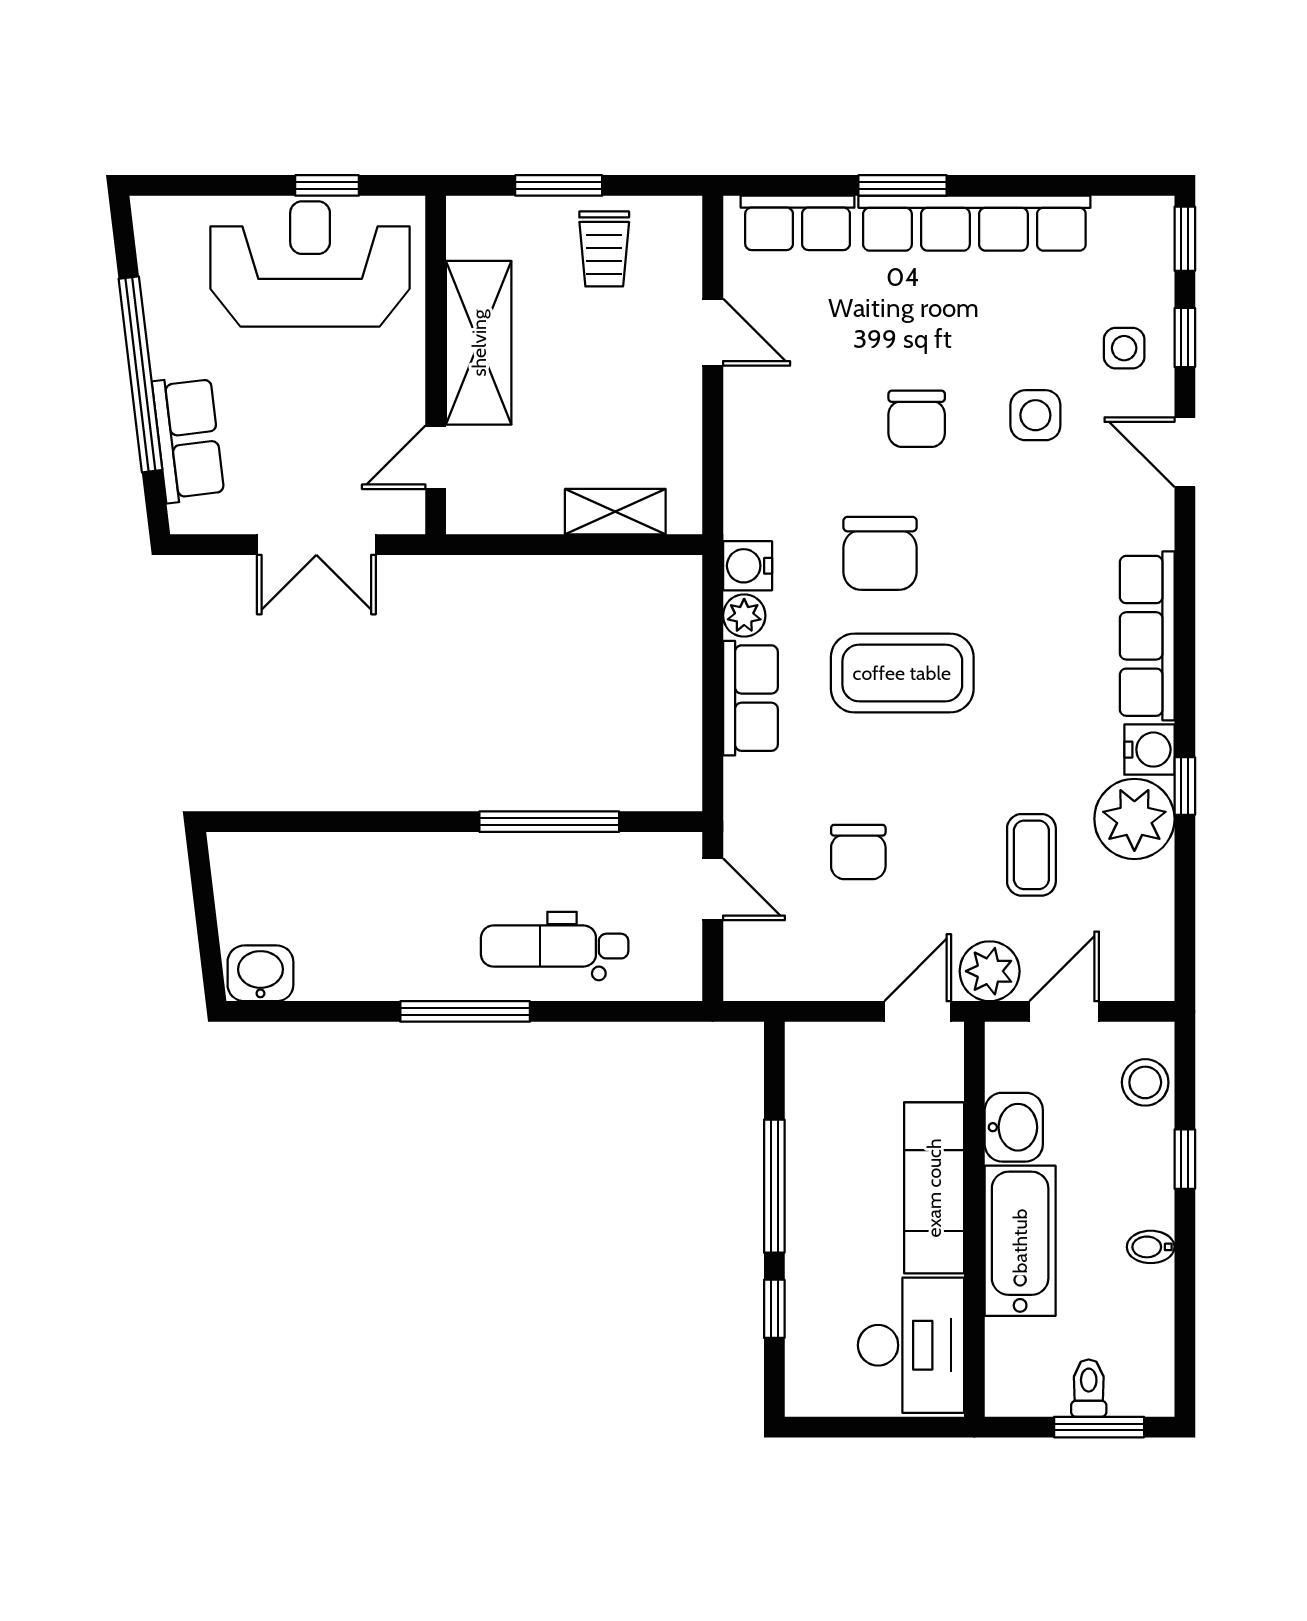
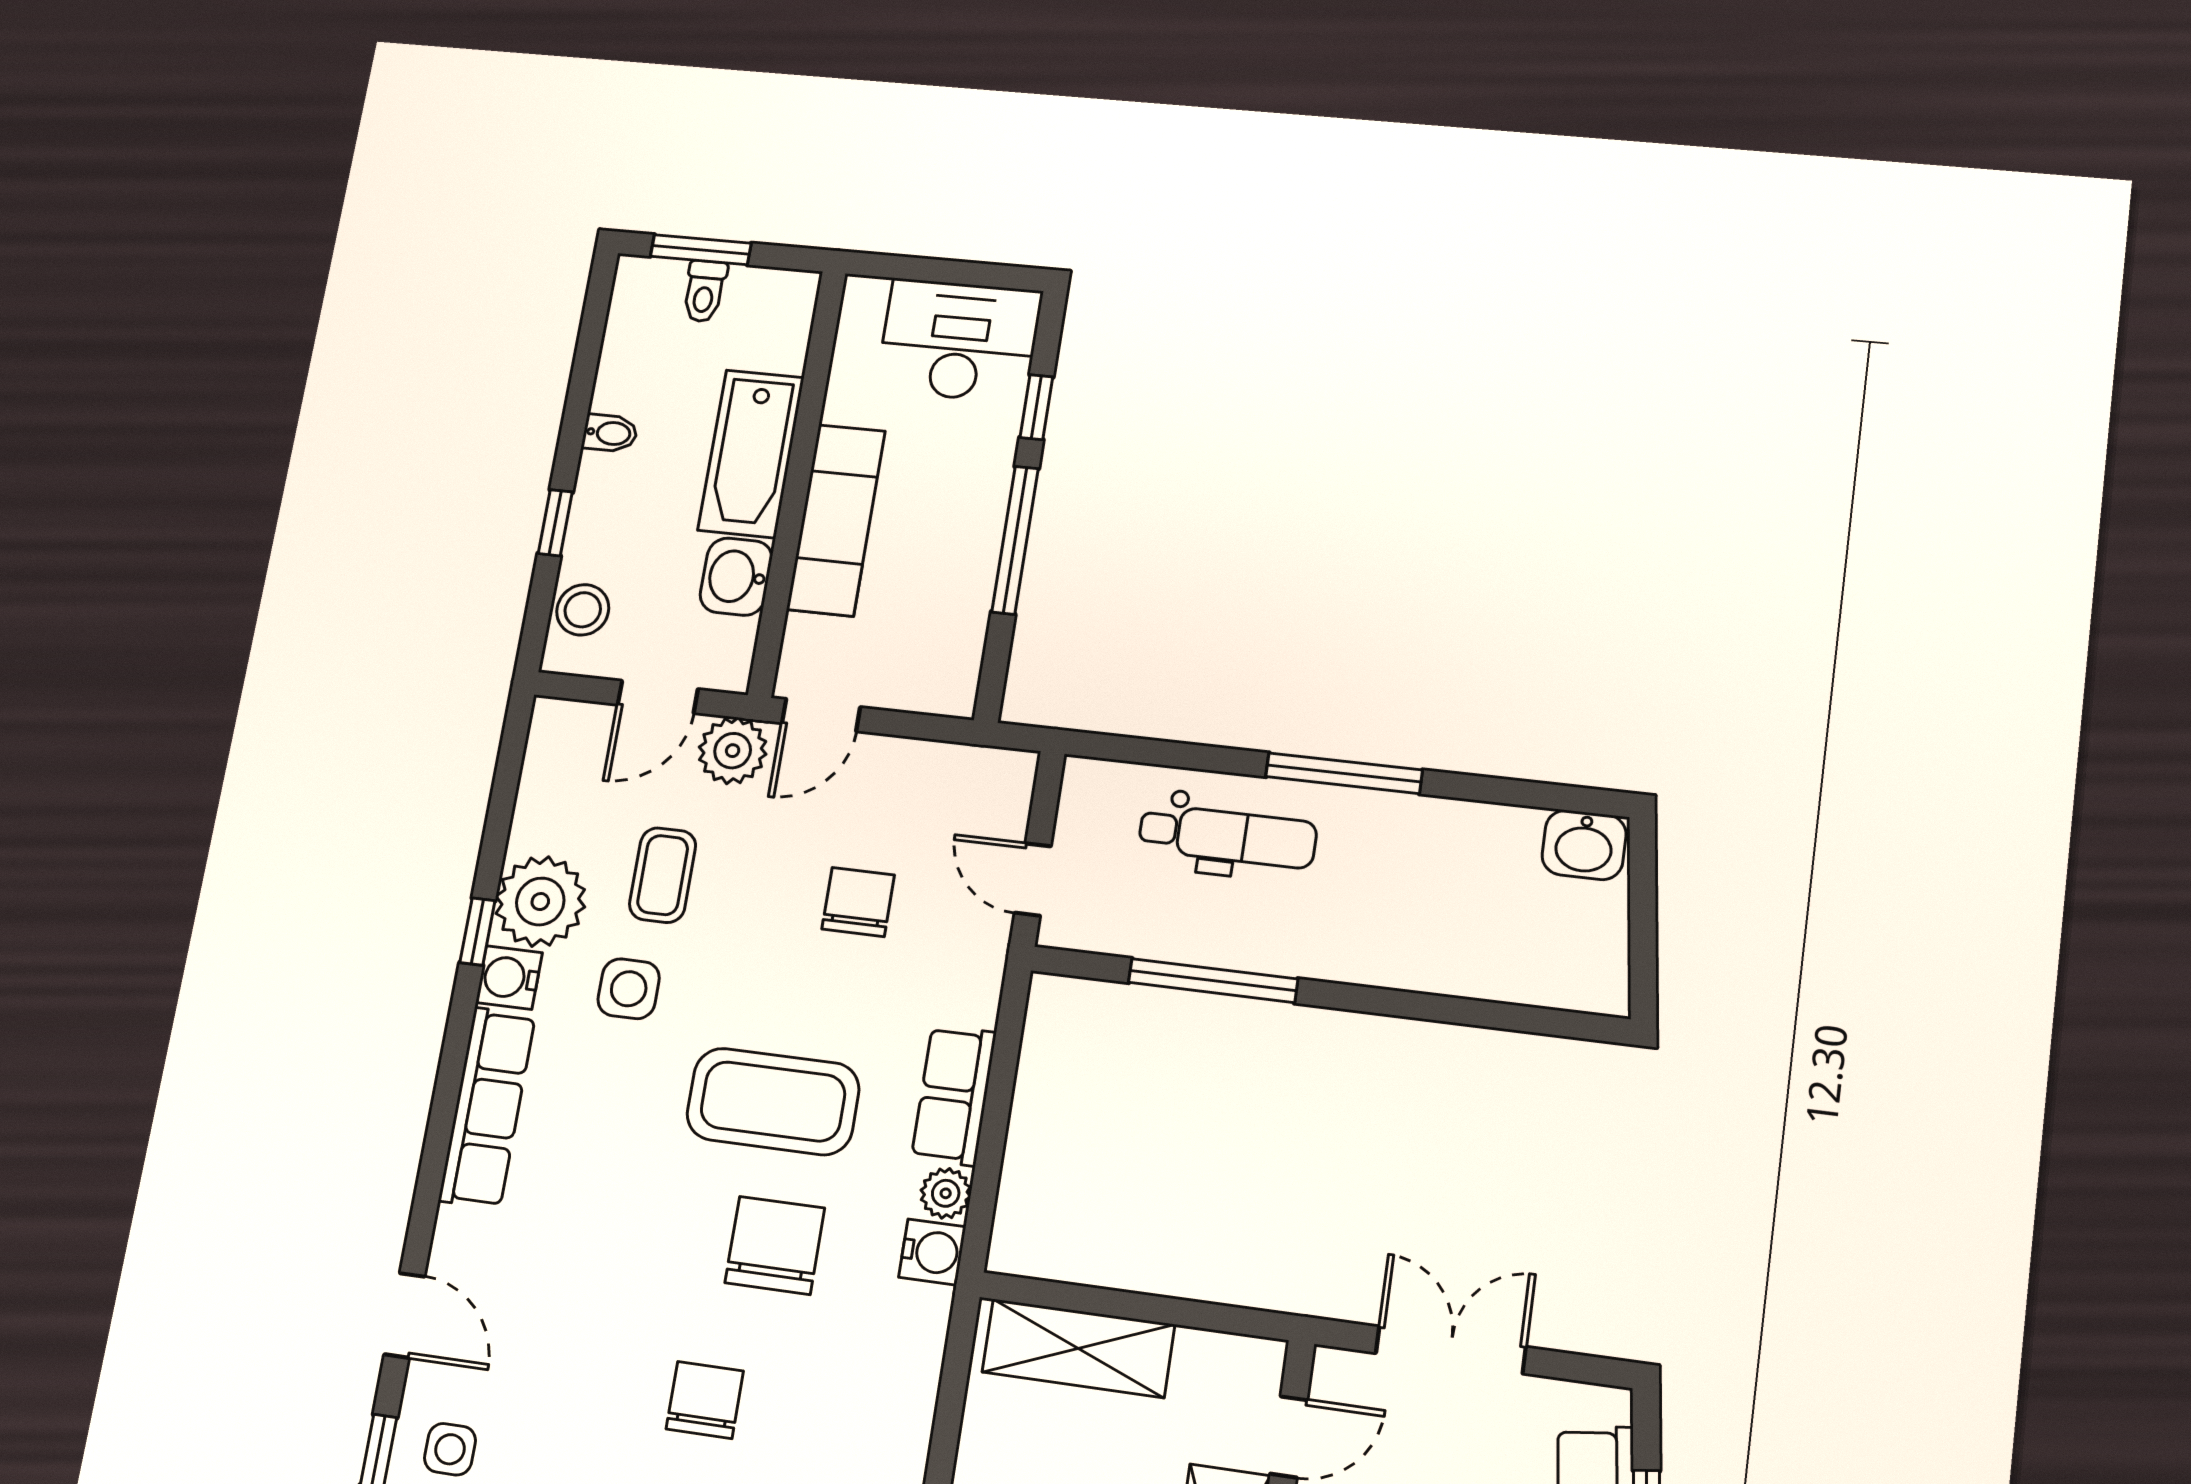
side table: (1035, 415) -> (629, 989), moved
shelving: (615, 512) -> (1078, 1348), width x1.50, depth x1.33
desk: (911, 1345) -> (959, 341), moved, turned 90

